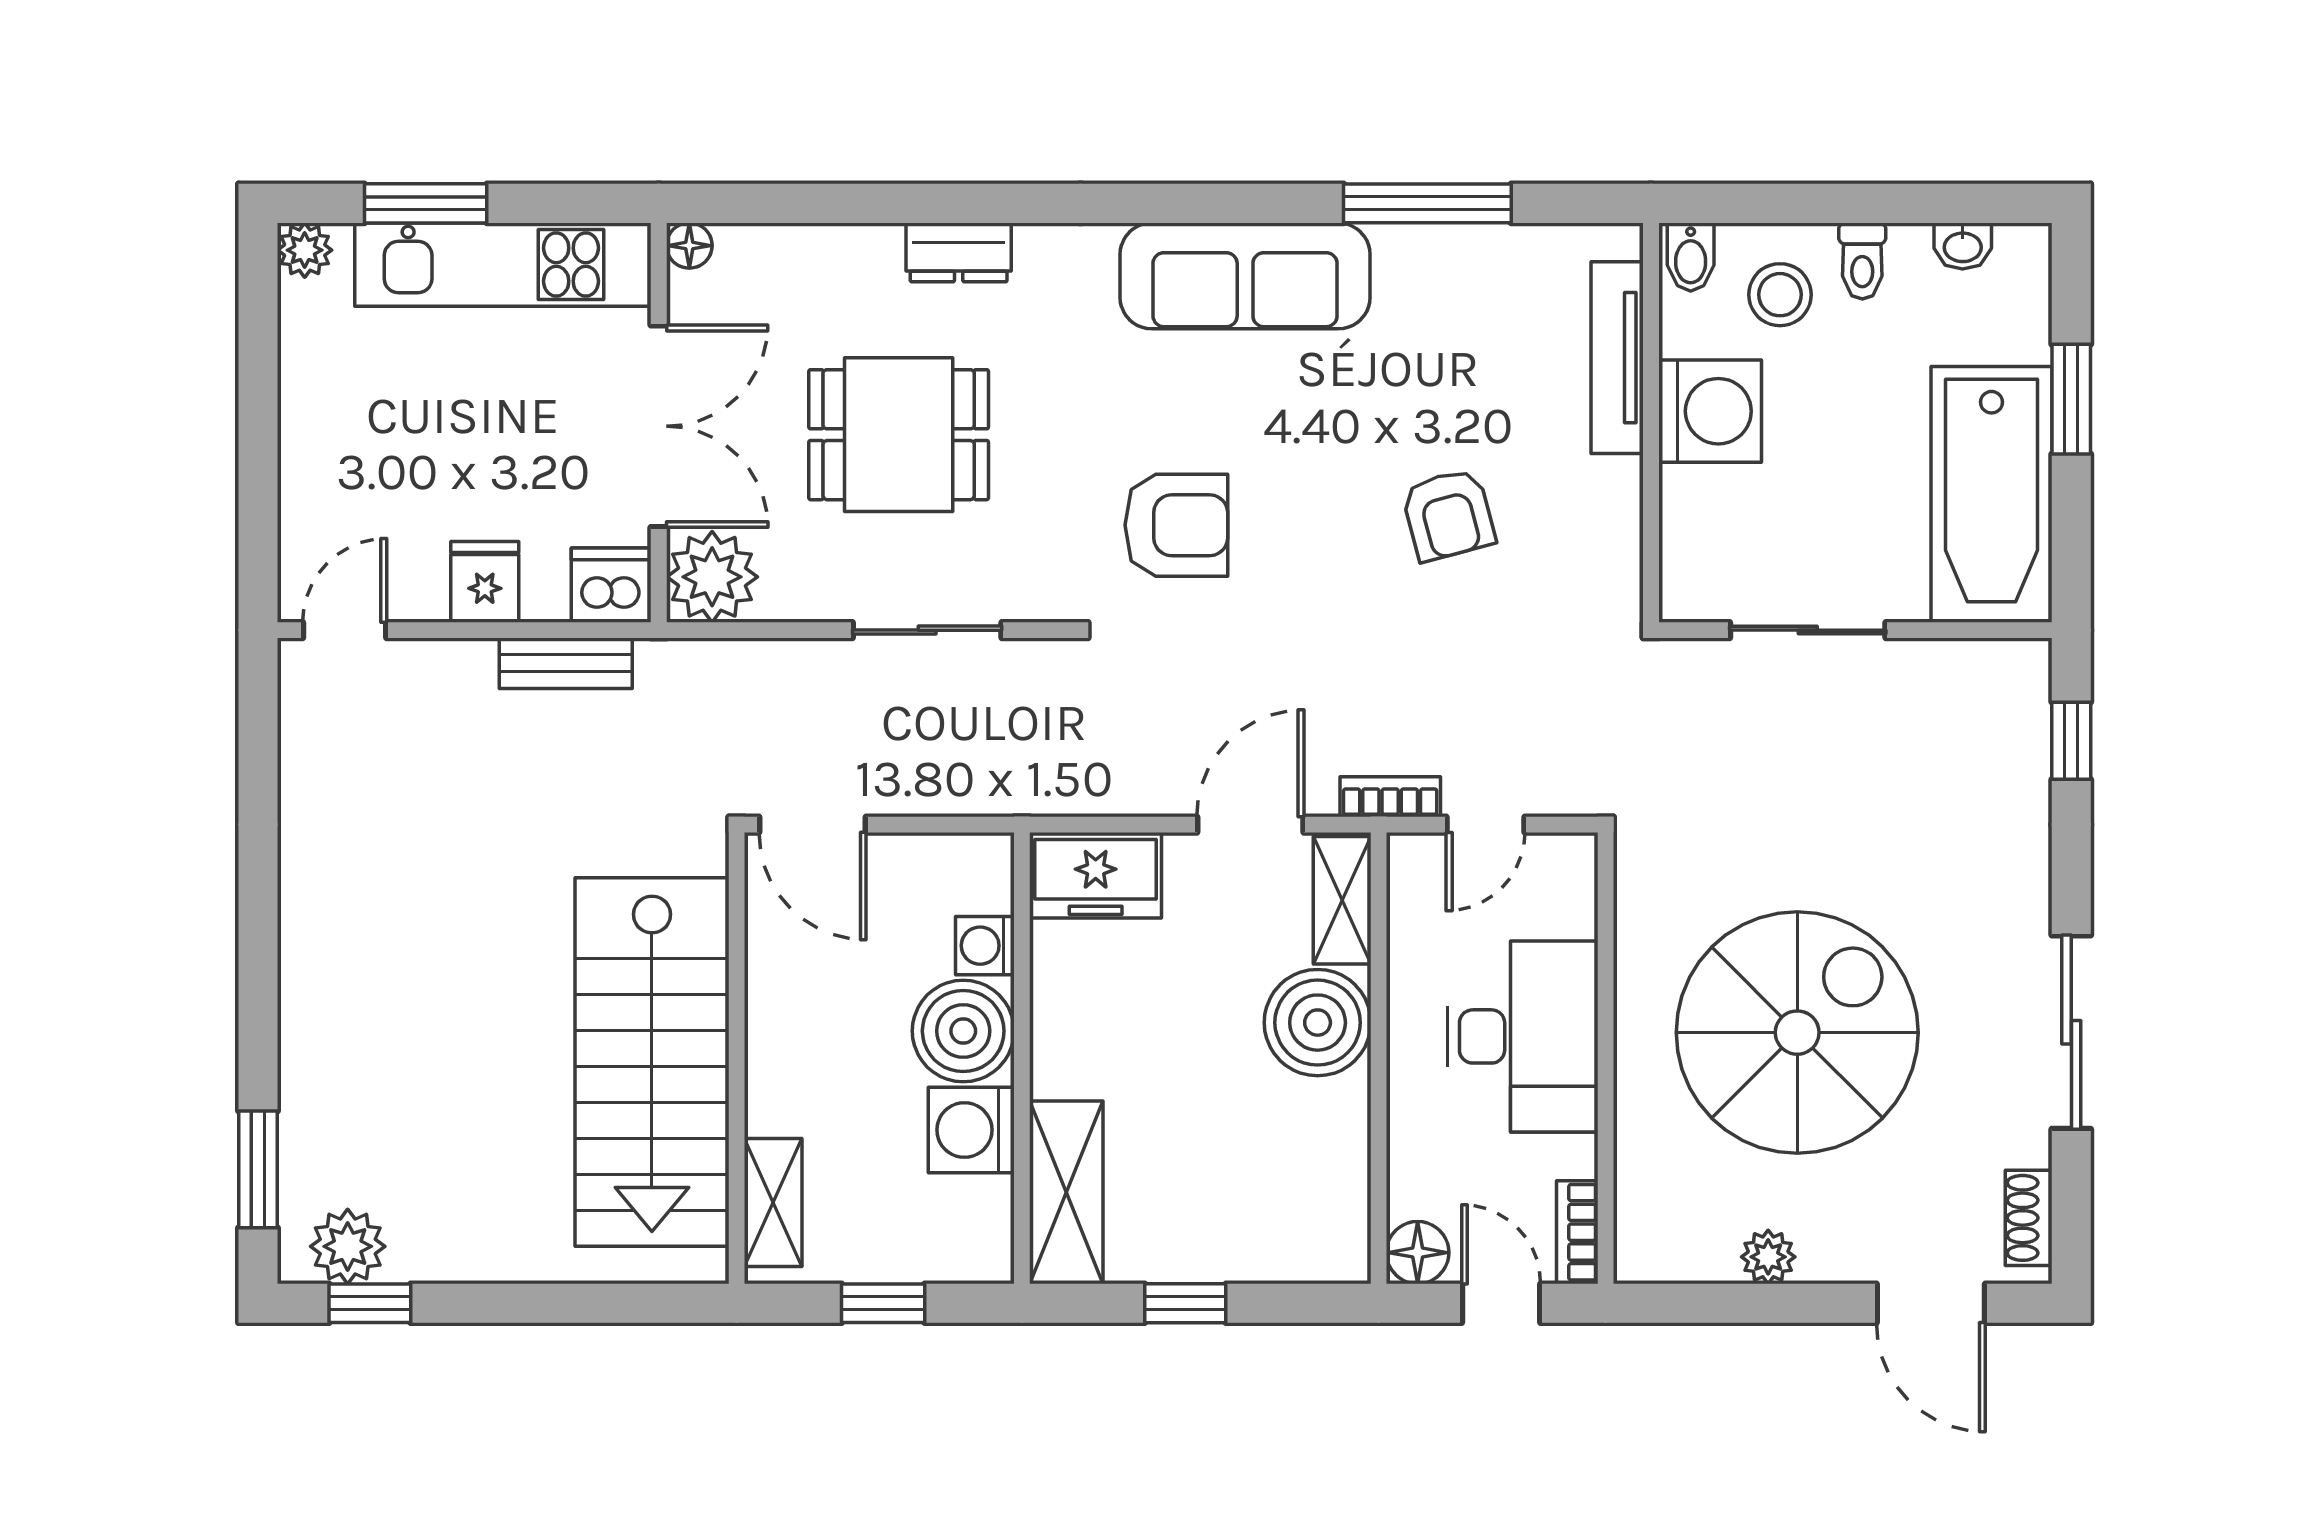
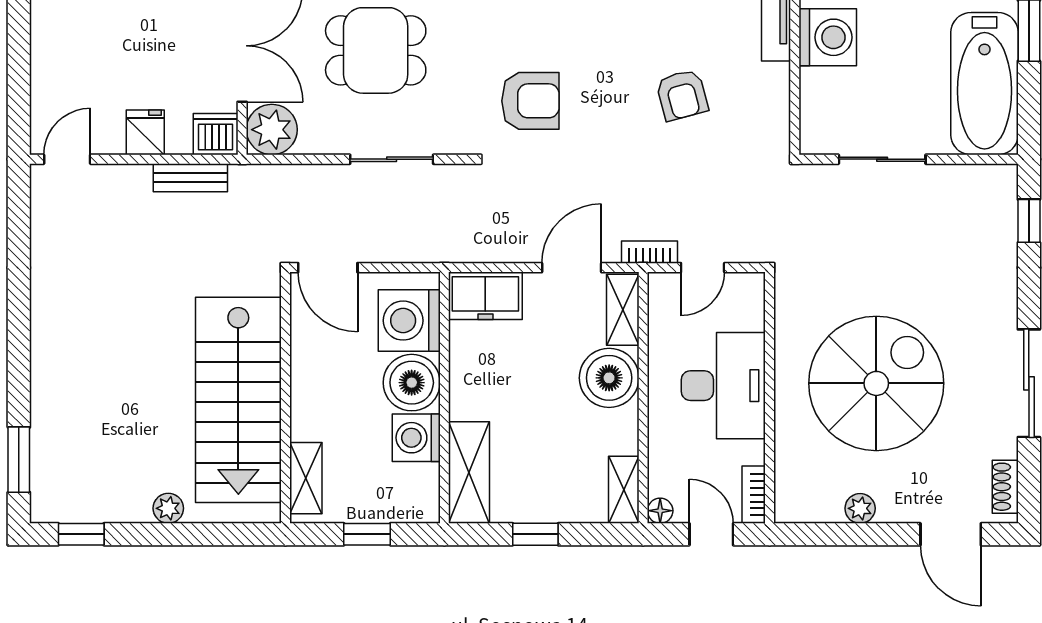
washing machine: (985, 946) -> (409, 321), width x1.89, depth x1.89
shelving: (1344, 1223) -> (624, 490), added
plant: (348, 1246) -> (168, 508), moved, width x0.73, depth x0.73
floor lamp: (1418, 1253) -> (660, 511), width x0.73, depth x0.73

